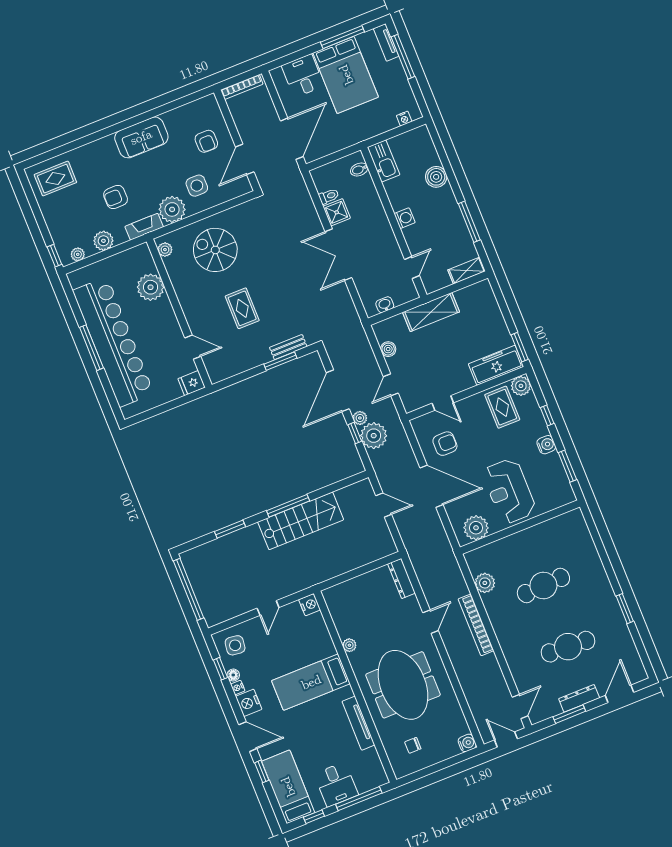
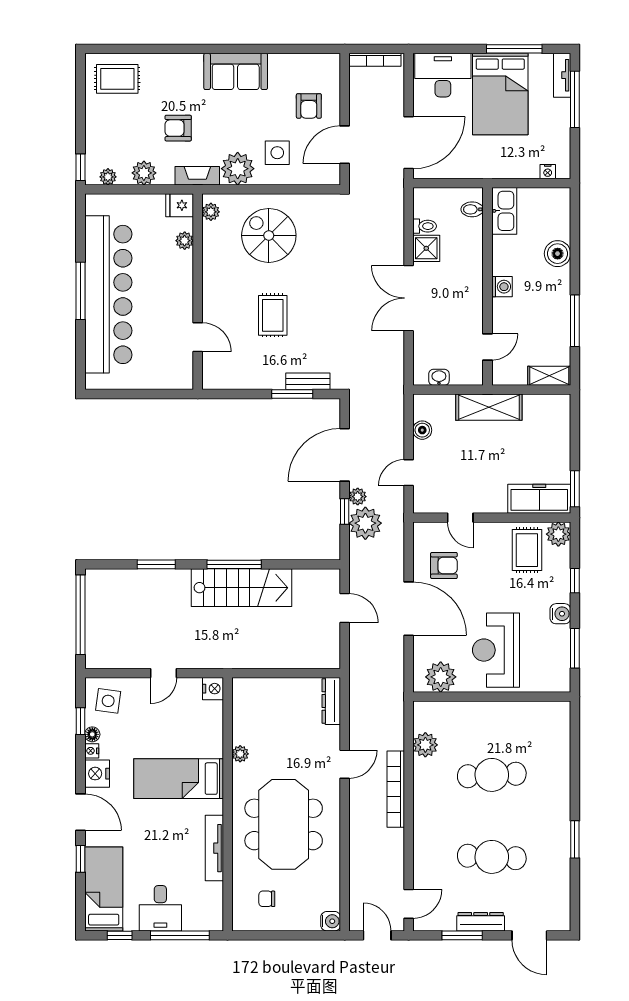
desk: (303, 76) -> (443, 75), width x1.37
plant: (151, 287) -> (185, 241), width x0.53, depth x0.53
fridge: (192, 383) -> (180, 205), moved
door: (620, 694) -> (529, 935), swing flipped

